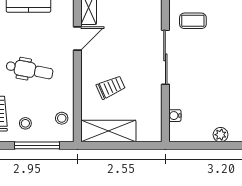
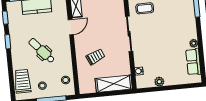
dental chair: (30, 70) -> (42, 51), turned -142
shelving: (108, 131) -> (114, 84), moved
plant: (221, 135) -> (159, 82), moved

